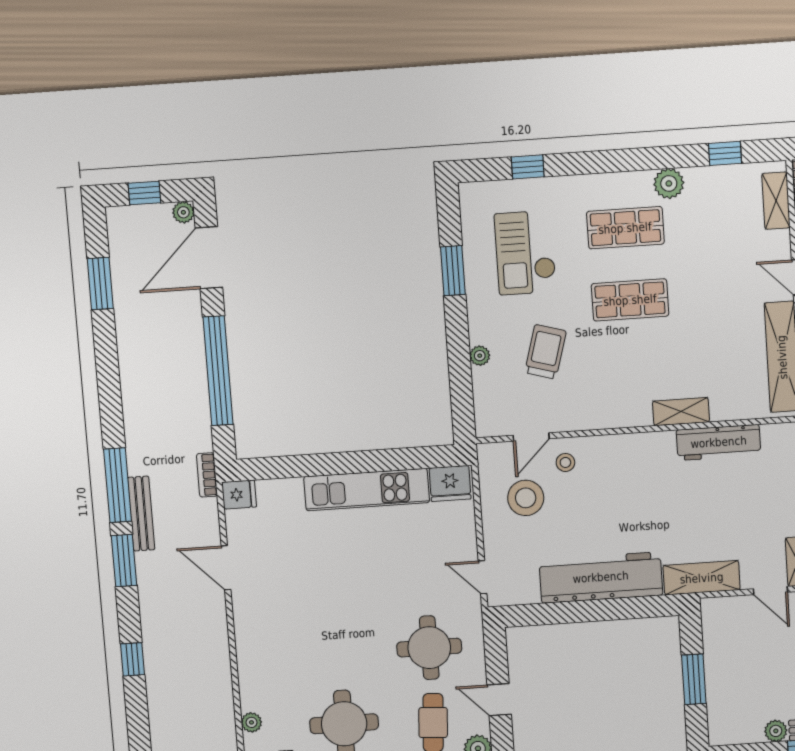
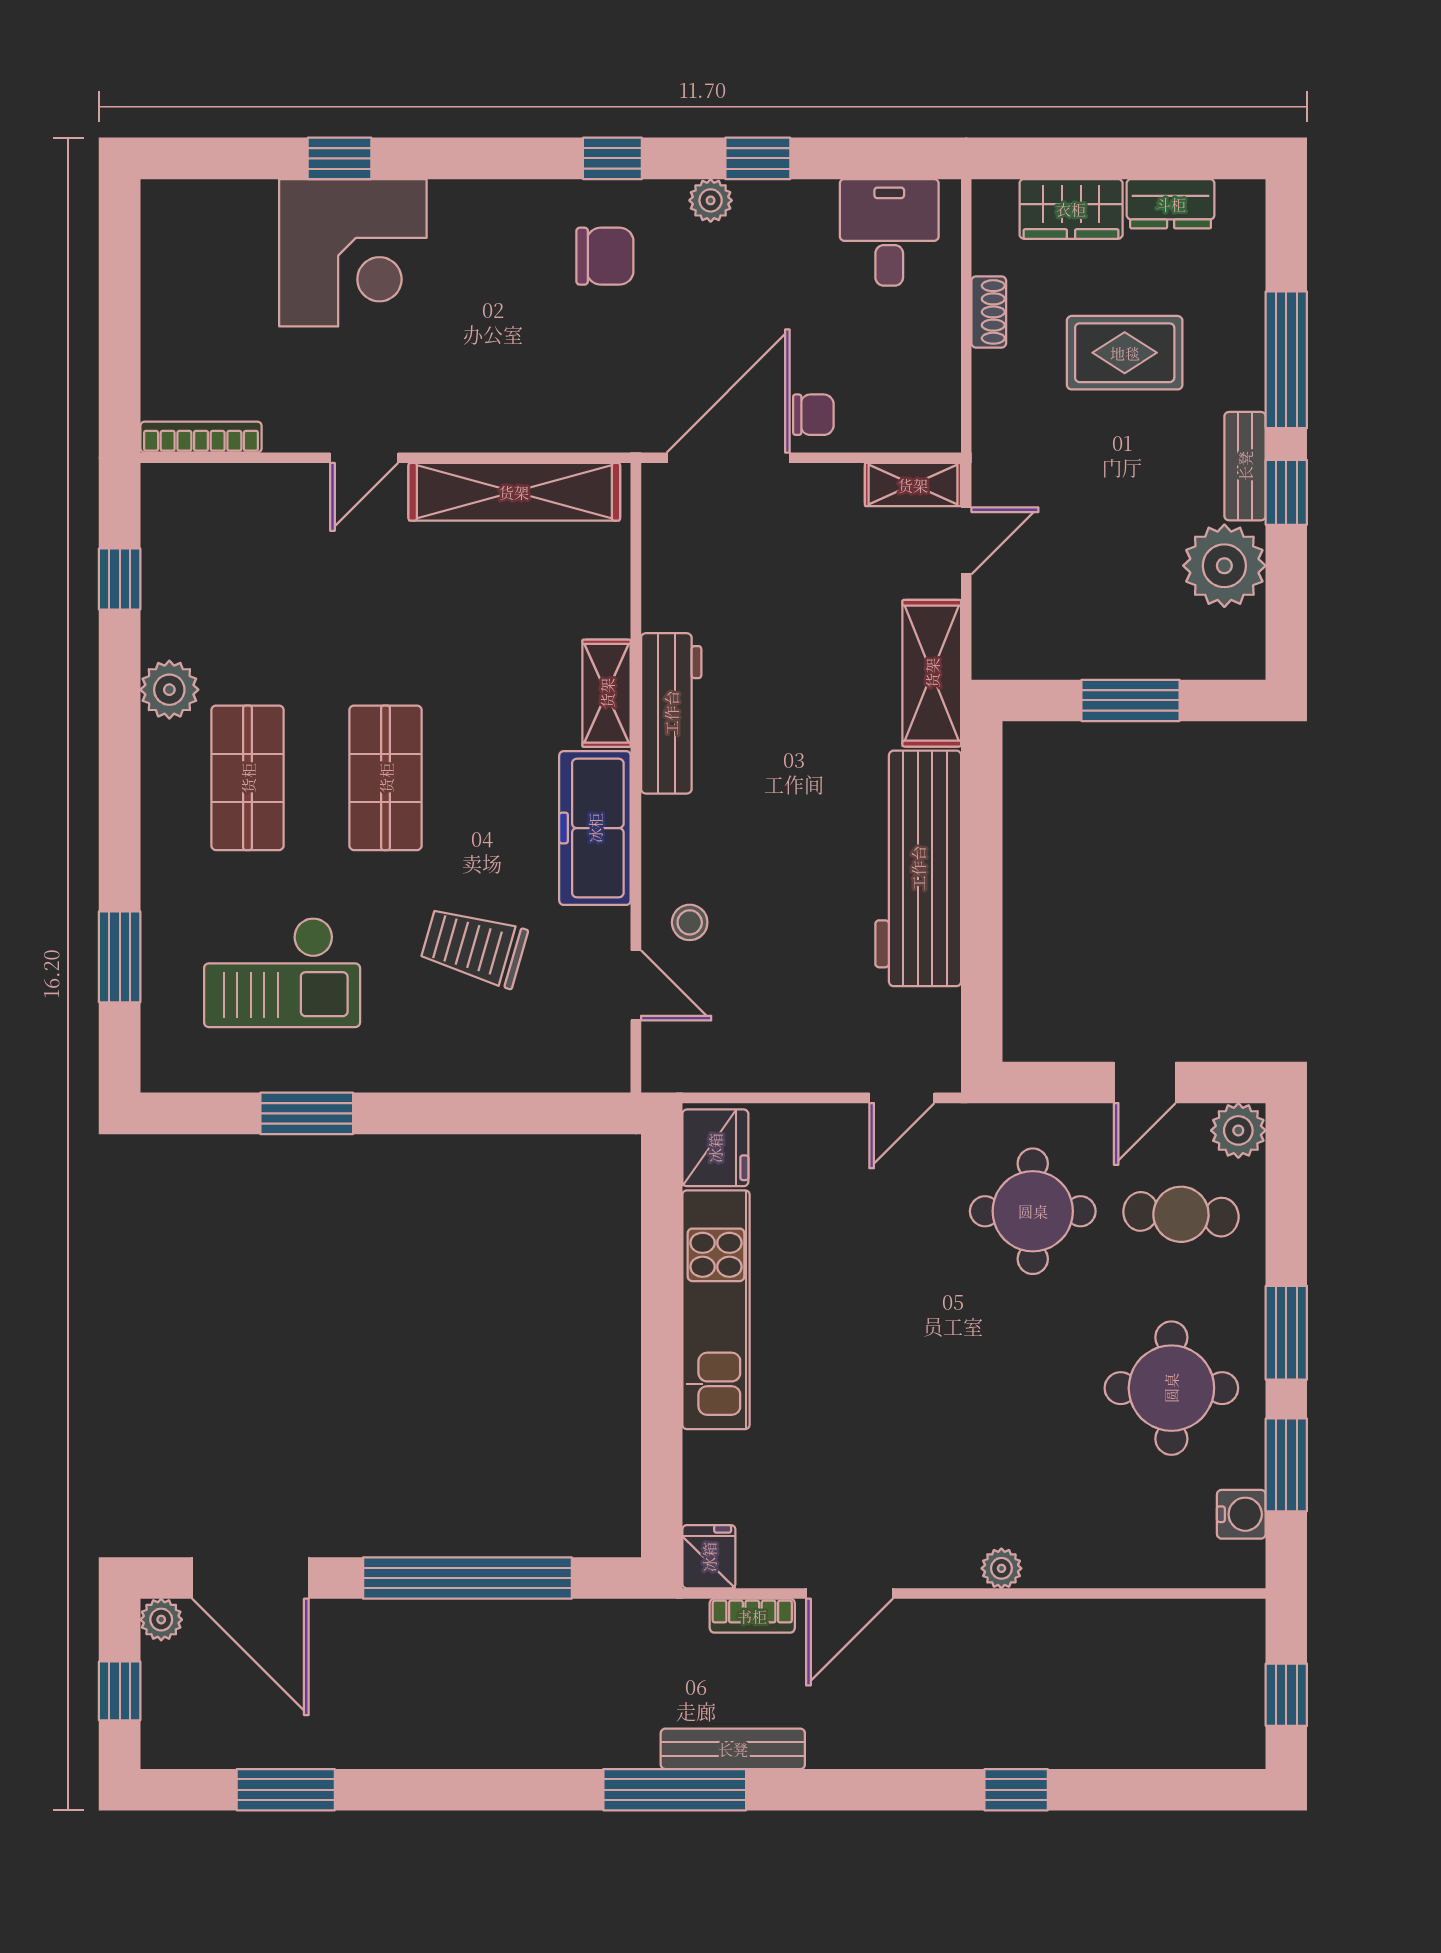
window: (528, 167) -> (120, 957), width x1.50
shelving: (776, 201) -> (216, 487), removed
plant: (480, 356) -> (473, 1073), removed
freezer: (611, 410) -> (595, 828), added
workbench: (719, 442) -> (671, 713), moved
bookcase: (207, 475) -> (752, 1616), moved
stool: (526, 498) -> (753, 1004), removed
window: (124, 561) -> (822, 1790), removed
plant: (251, 722) -> (1001, 1568), moved
plant: (776, 731) -> (1224, 566), width x1.88, depth x1.88

